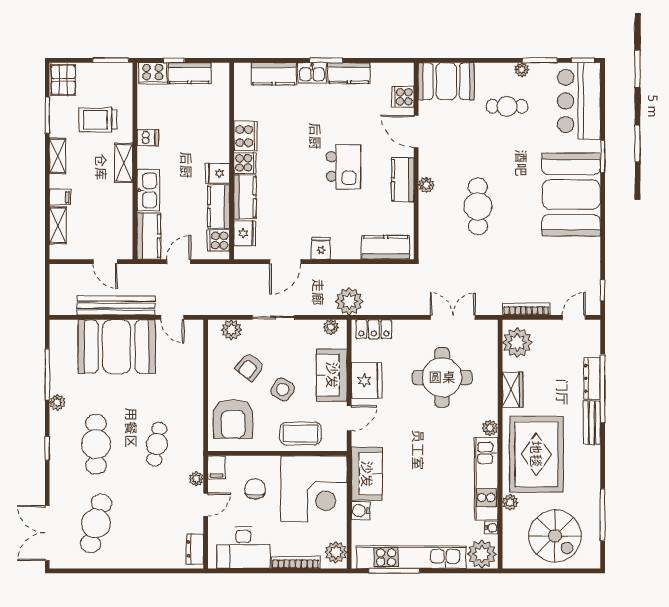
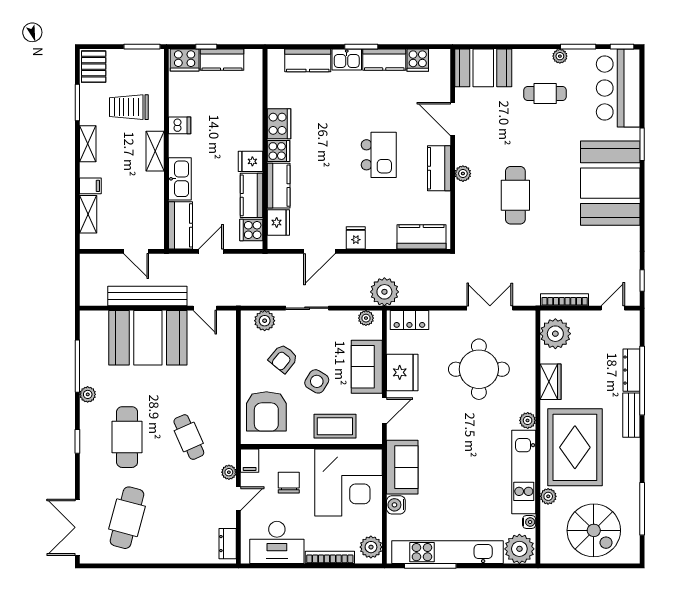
cooker: (403, 97) -> (418, 60), moved, turned -90
cafe table: (157, 444) -> (189, 437), turned -33

